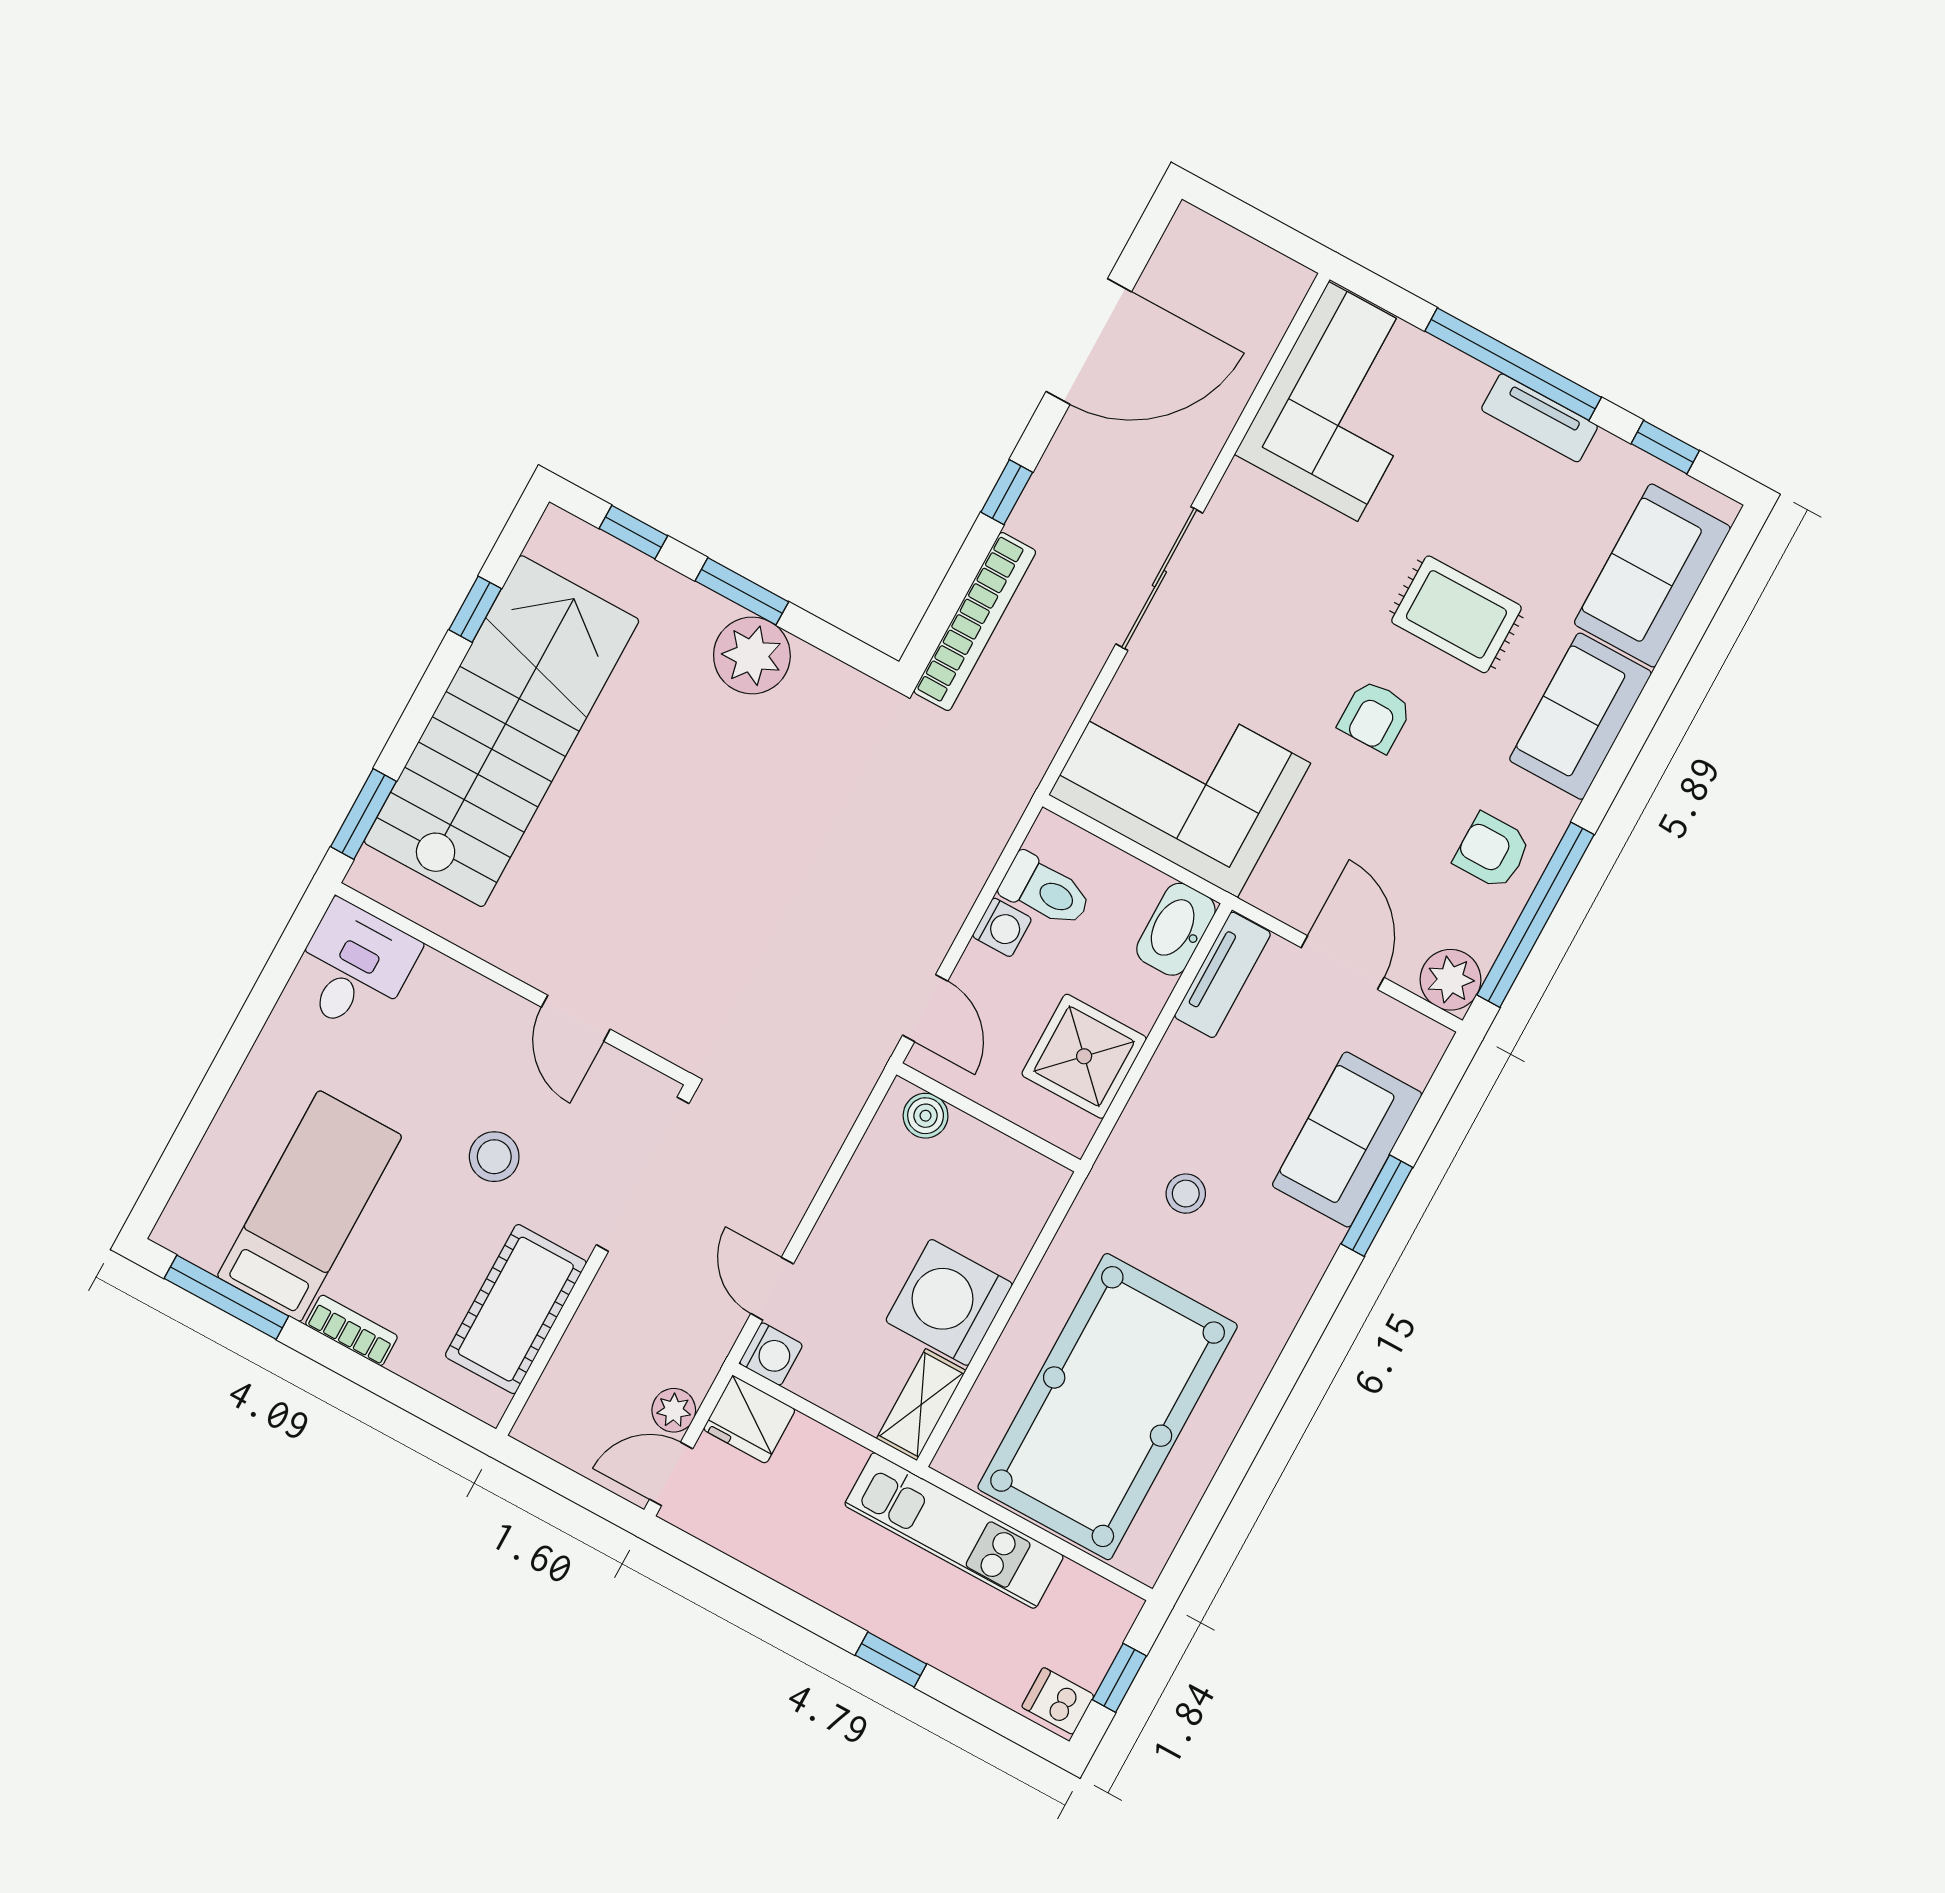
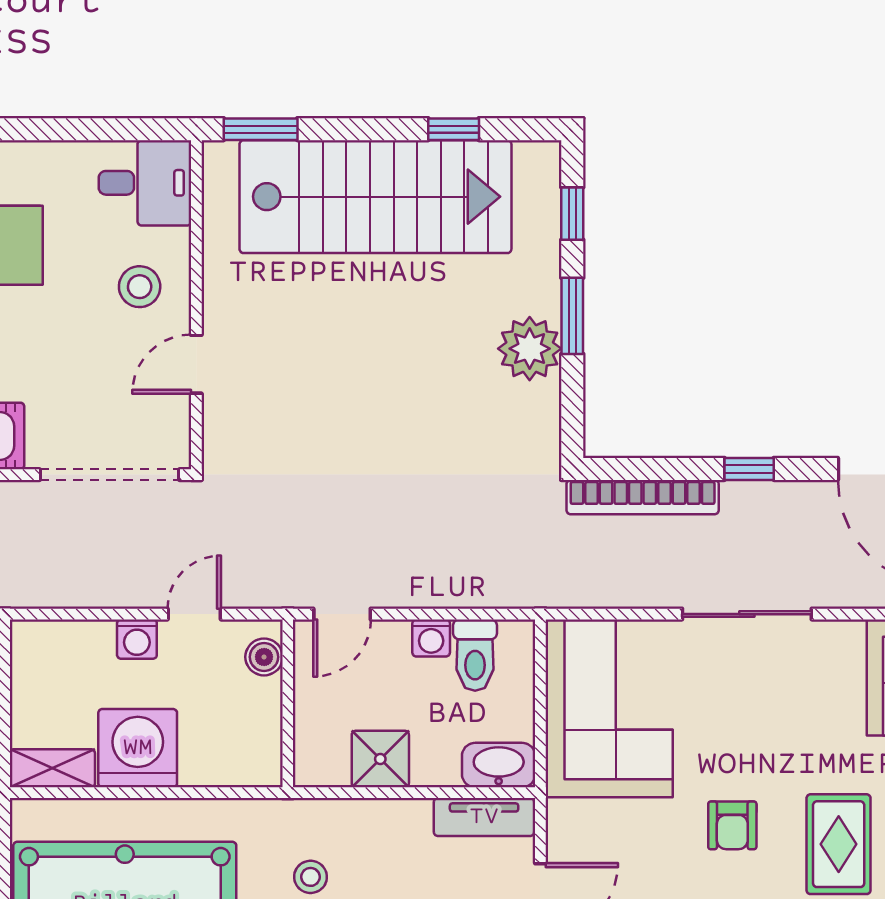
armchair: (1375, 716) -> (732, 825), turned -90
shower: (1084, 1056) -> (380, 759), width x0.73, depth x0.73
stool: (494, 1157) -> (140, 287), moved
door: (772, 1289) -> (194, 614), moved
washing machine: (771, 1354) -> (137, 639), moved

